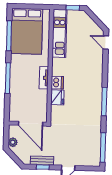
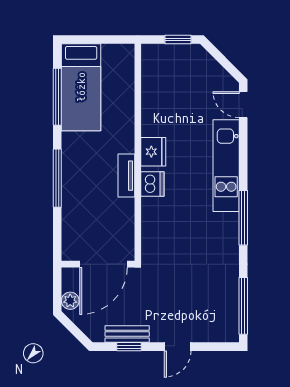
bed: (27, 31) -> (81, 87), width x0.67
kitchen unit: (59, 33) -> (226, 166), moved, turned 180
fridge: (57, 97) -> (153, 152), moved
door: (31, 124) -> (103, 264), hinge flipped

